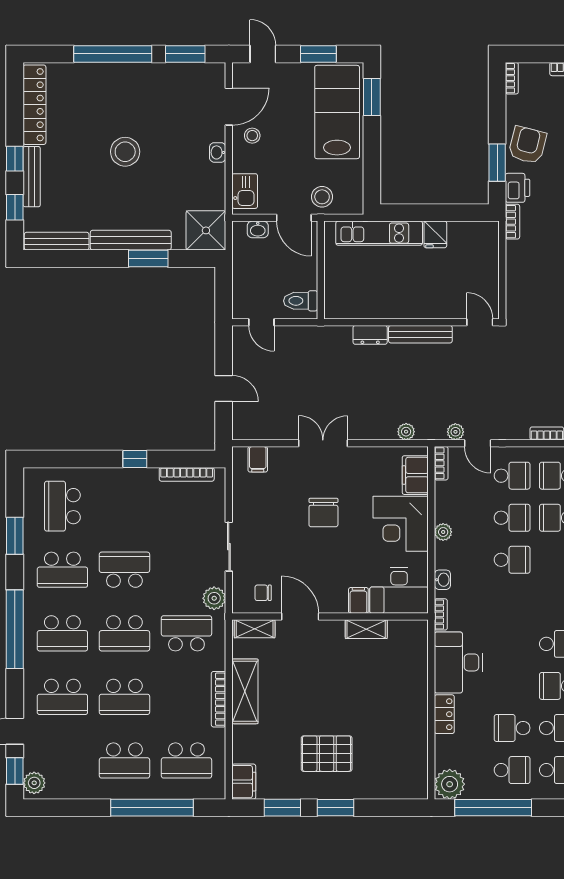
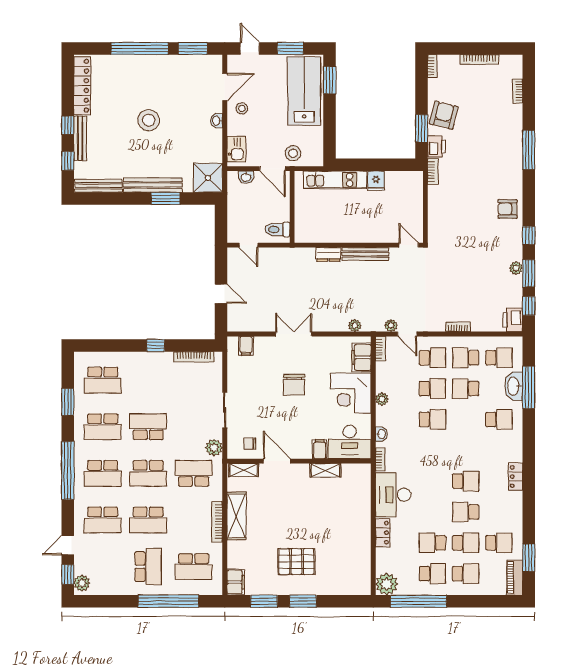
school desk: (62, 506) -> (103, 380), turned -90
school desk: (124, 760) -> (148, 567), turned -90

